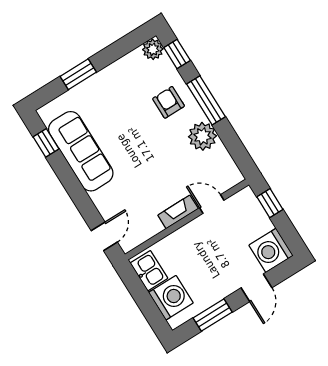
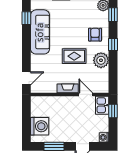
window: (206, 100) -> (113, 45), width x0.46
rug: (157, 156) -> (74, 56), added
washing machine: (271, 250) -> (104, 137), width x0.53, depth x0.53
kitchen sink: (149, 271) -> (102, 105), moved, turned 180

